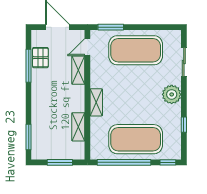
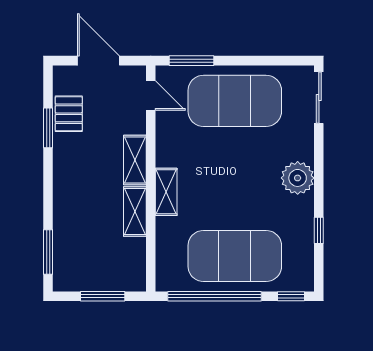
door: (87, 47) -> (151, 96), swing flipped
sliding door: (184, 62) -> (319, 98), moved
window: (29, 66) -> (48, 128), width x0.69
shelving: (78, 70) -> (135, 160), moved
shelving: (78, 127) -> (135, 212), moved

